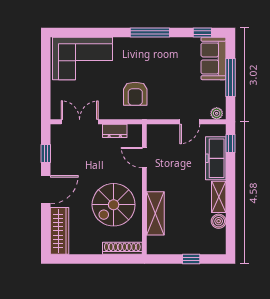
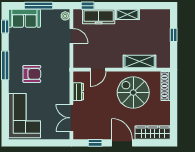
armchair: (135, 94) -> (32, 74), moved
spiral stairs: (114, 205) -> (133, 92), turned 180
boiler: (219, 221) -> (145, 14), removed

